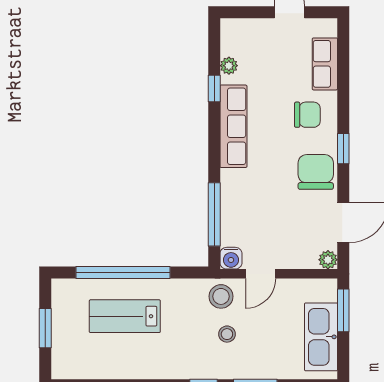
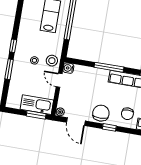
chair: (316, 172) -> (101, 113), turned -90
window: (214, 214) -> (109, 67), moved
kitchen sink: (321, 337) -> (37, 105), moved

